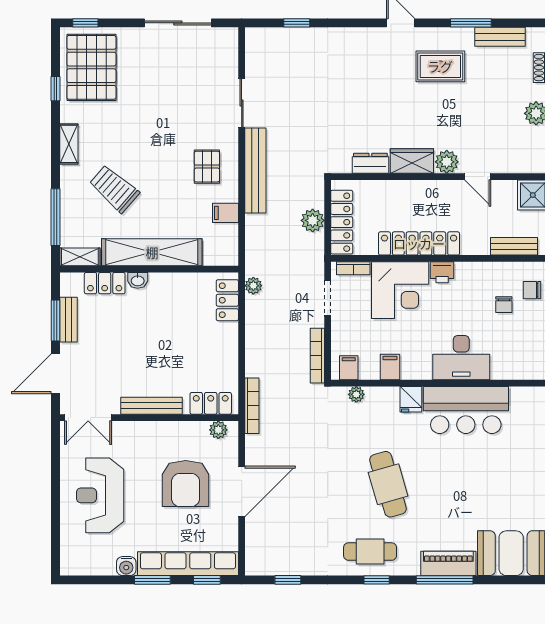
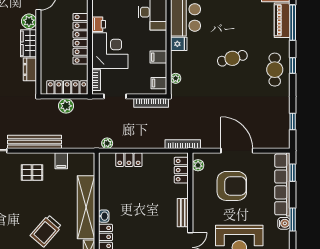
locker: (227, 300) -> (129, 160), moved
bench: (151, 406) -> (183, 213), width x0.73
cafe table: (388, 484) -> (232, 58), width x0.73, depth x0.74
window: (152, 580) -> (293, 220), moved

